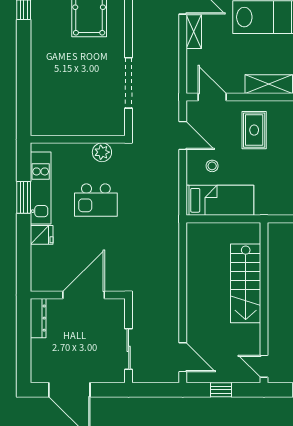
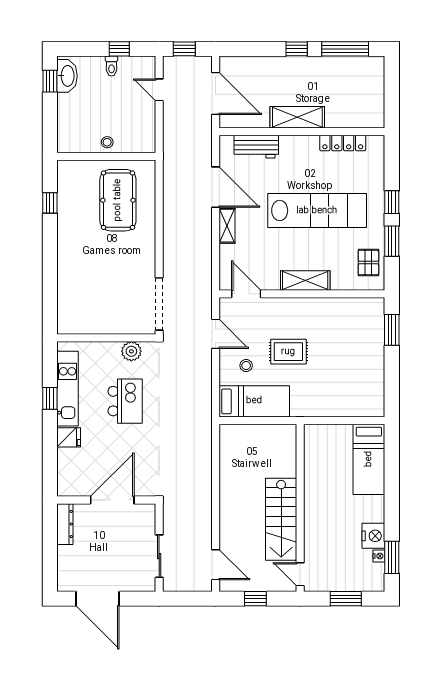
doorway: (129, 83) -> (159, 304), moved
rug: (254, 130) -> (288, 352), moved, turned 90
window: (24, 197) -> (50, 398), width x0.67
kitchen island: (96, 200) -> (125, 401), turned -90
stairs: (246, 283) -> (281, 519), moved

